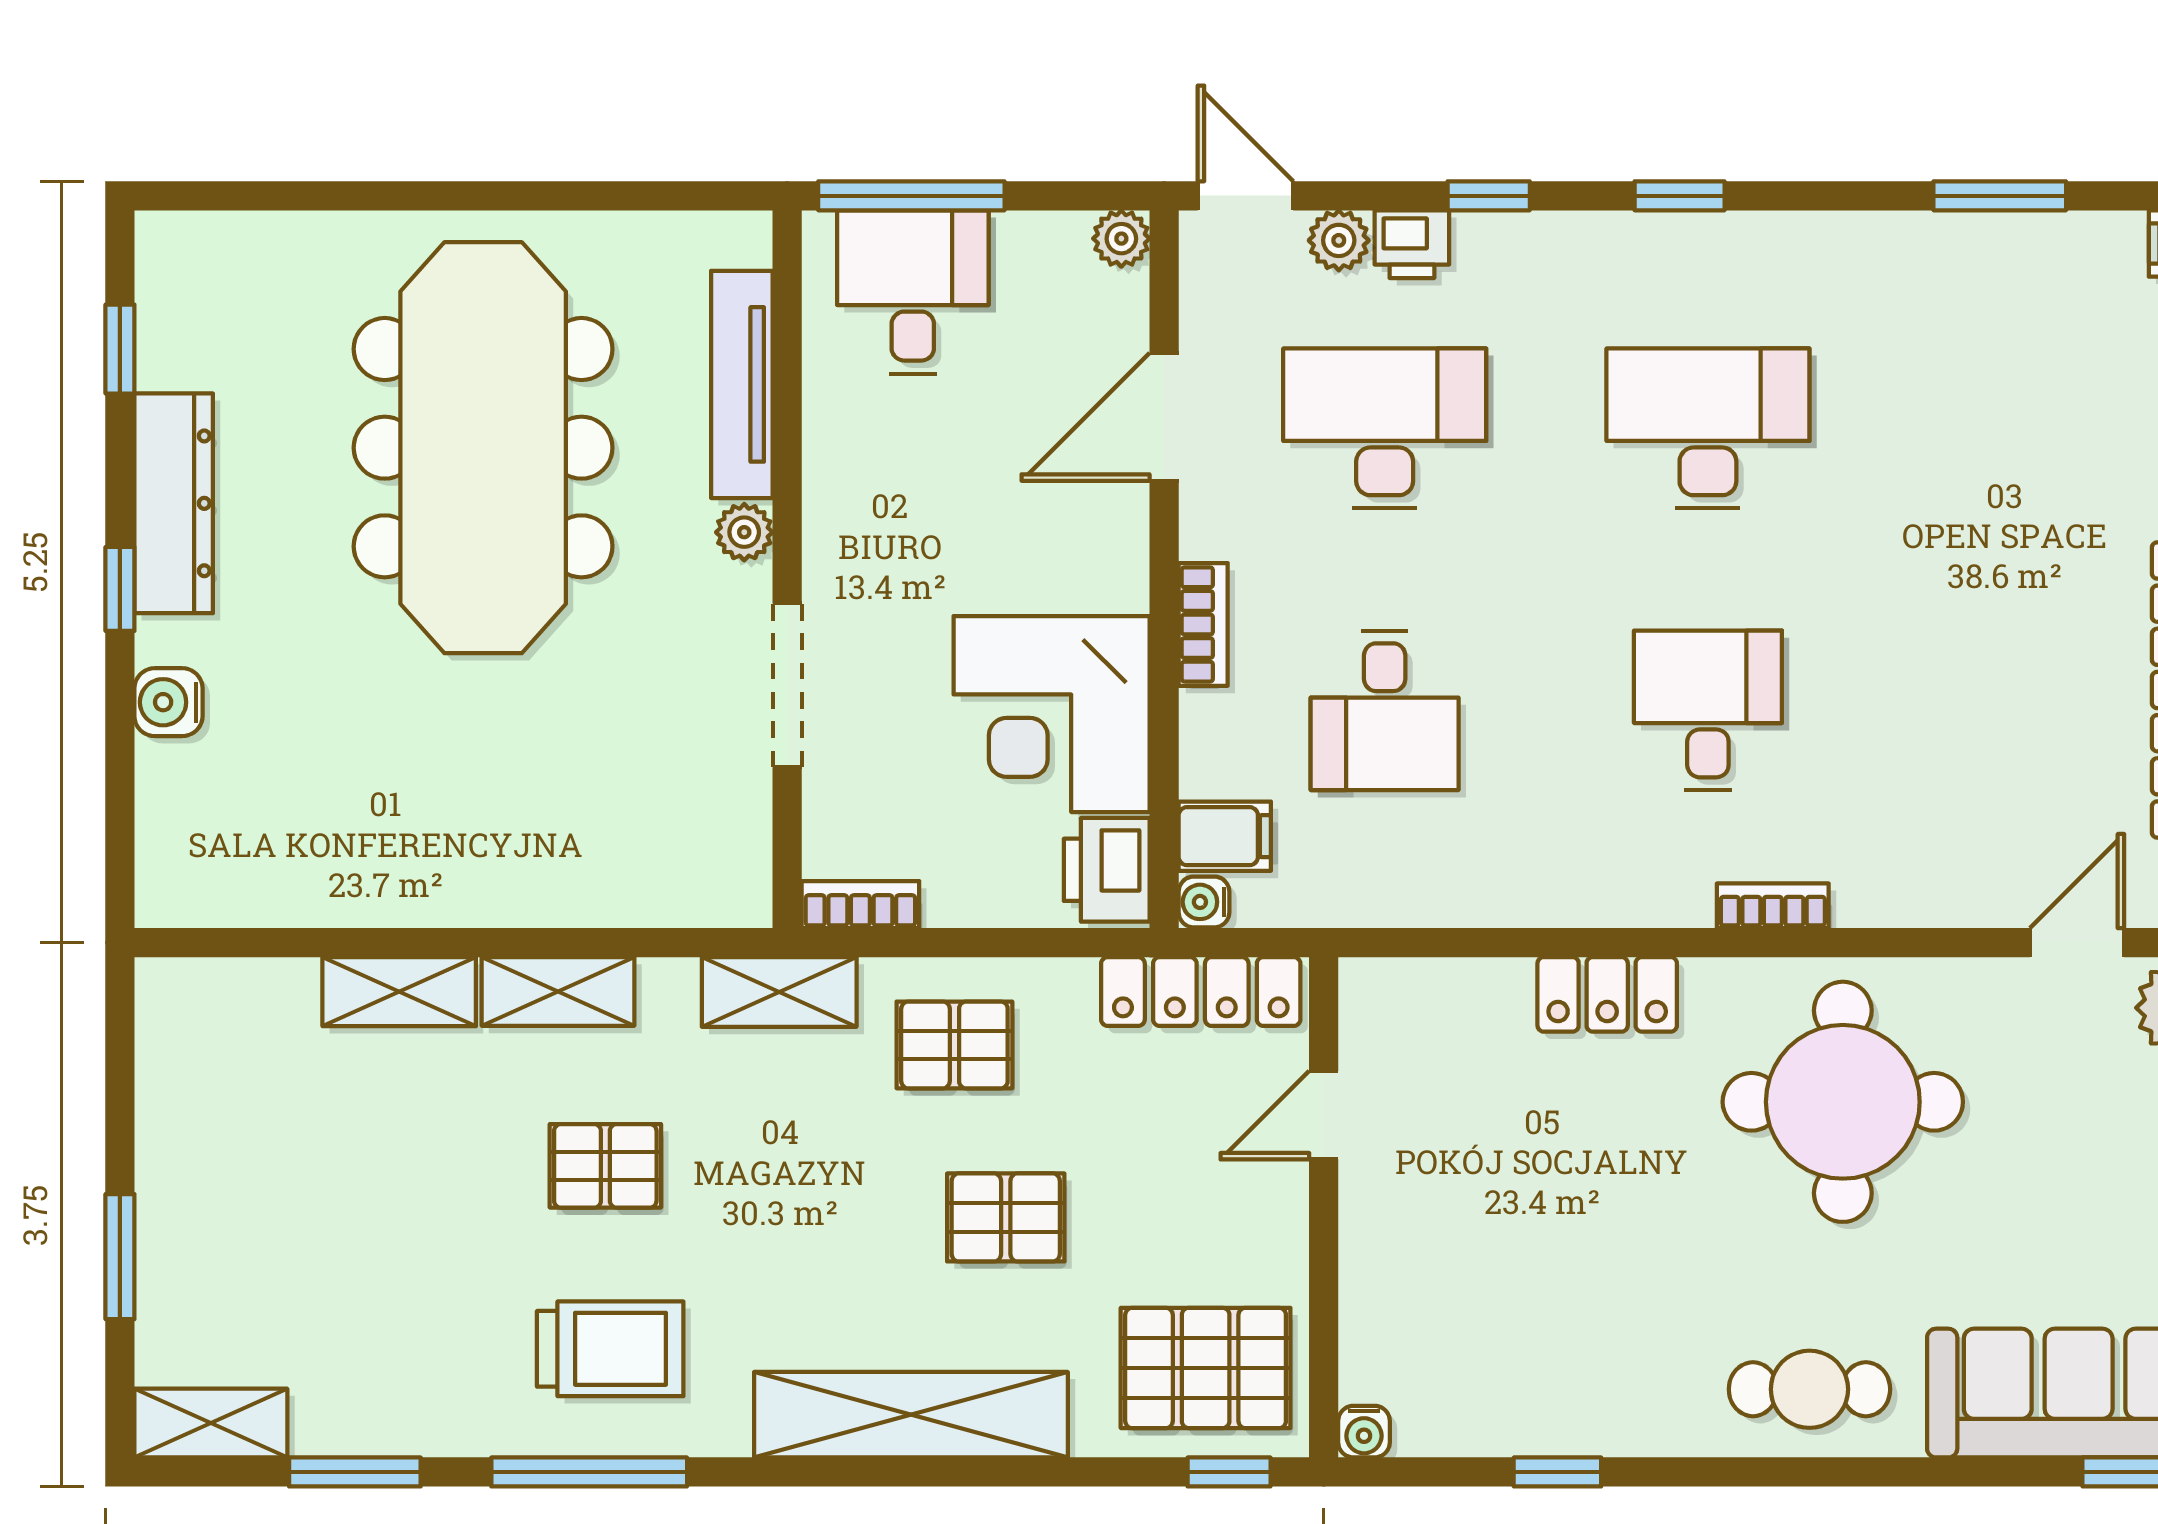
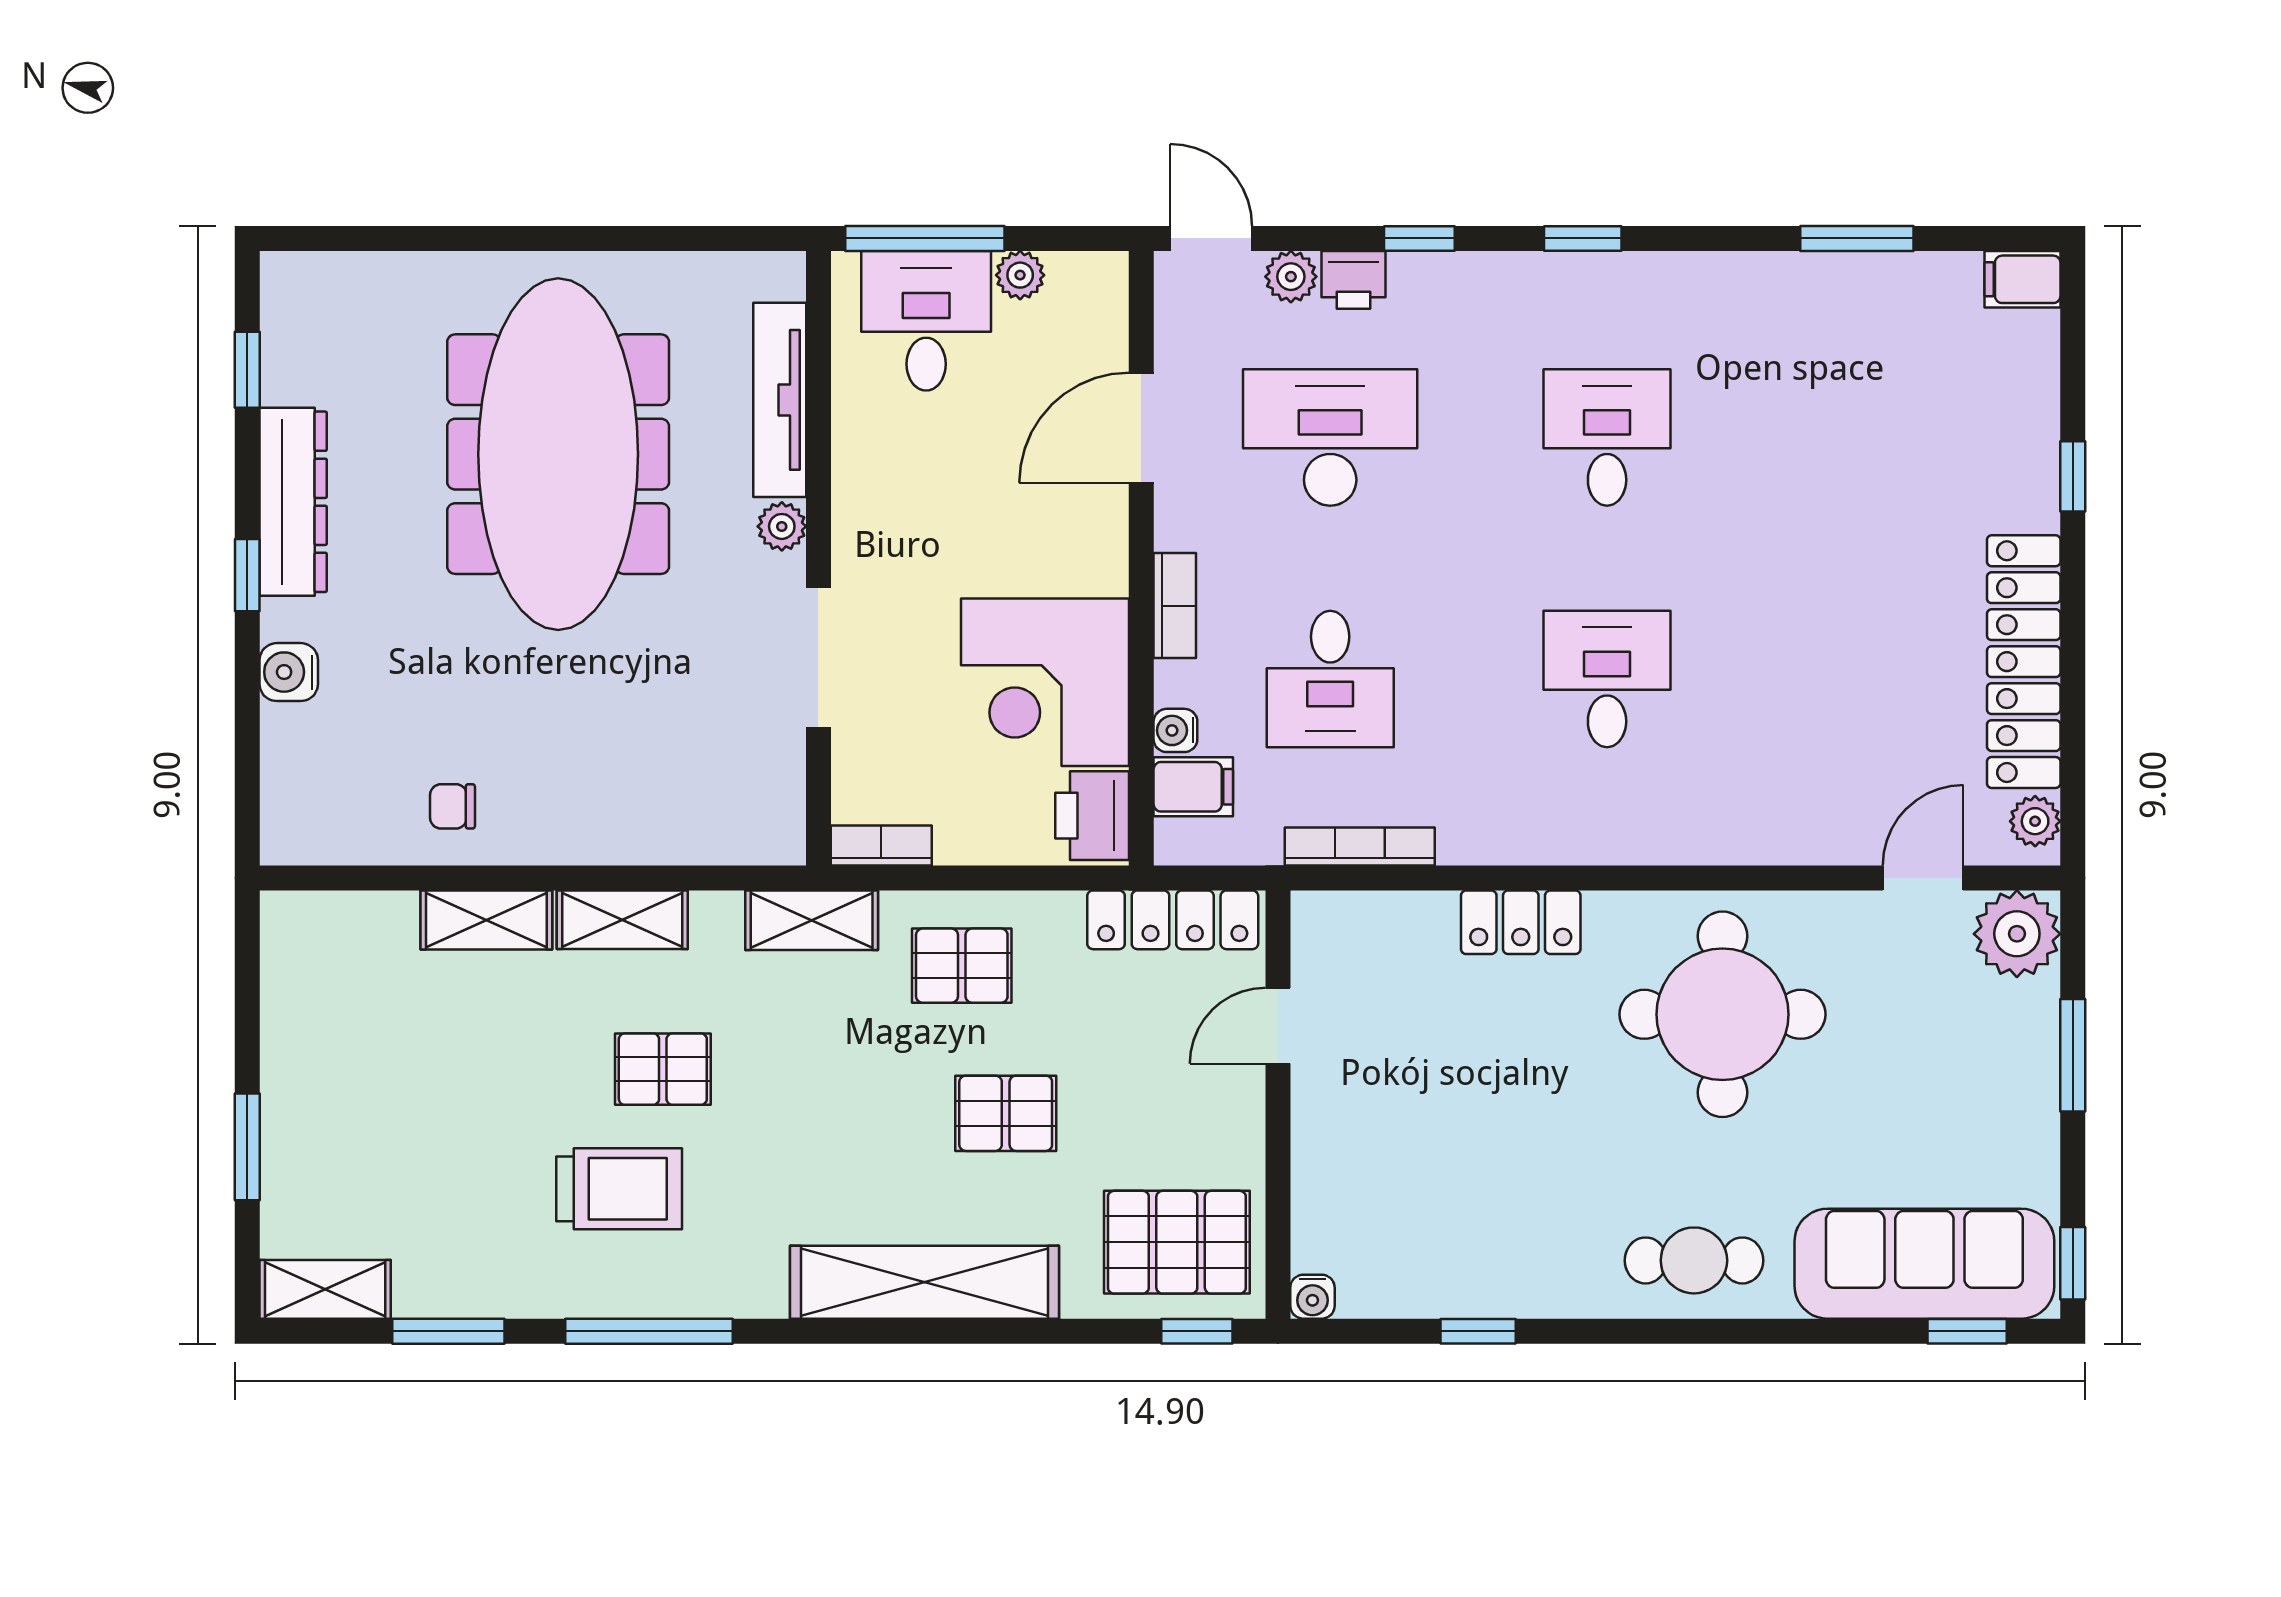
plant: (1121, 239) -> (1020, 275), moved
desk: (1708, 428) -> (1607, 437), width x0.73
chair: (360, 859) -> (452, 806), added
water cooler: (1204, 902) -> (1175, 730), moved
bookcase: (1773, 906) -> (1360, 846), moved, width x1.56
trolley: (610, 1349) -> (619, 1189), moved

